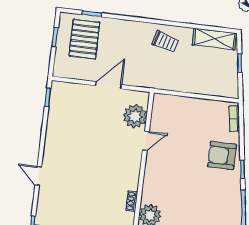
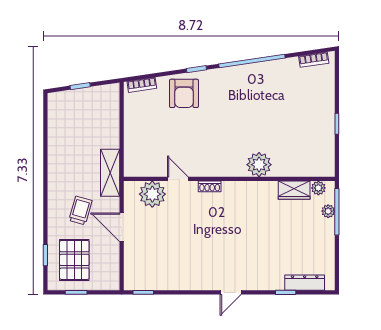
pallet: (84, 39) -> (74, 260), turned 90
shelving: (215, 39) -> (110, 173), moved
trolley: (165, 42) -> (80, 211), moved
shoe rack: (132, 201) -> (210, 186), moved

